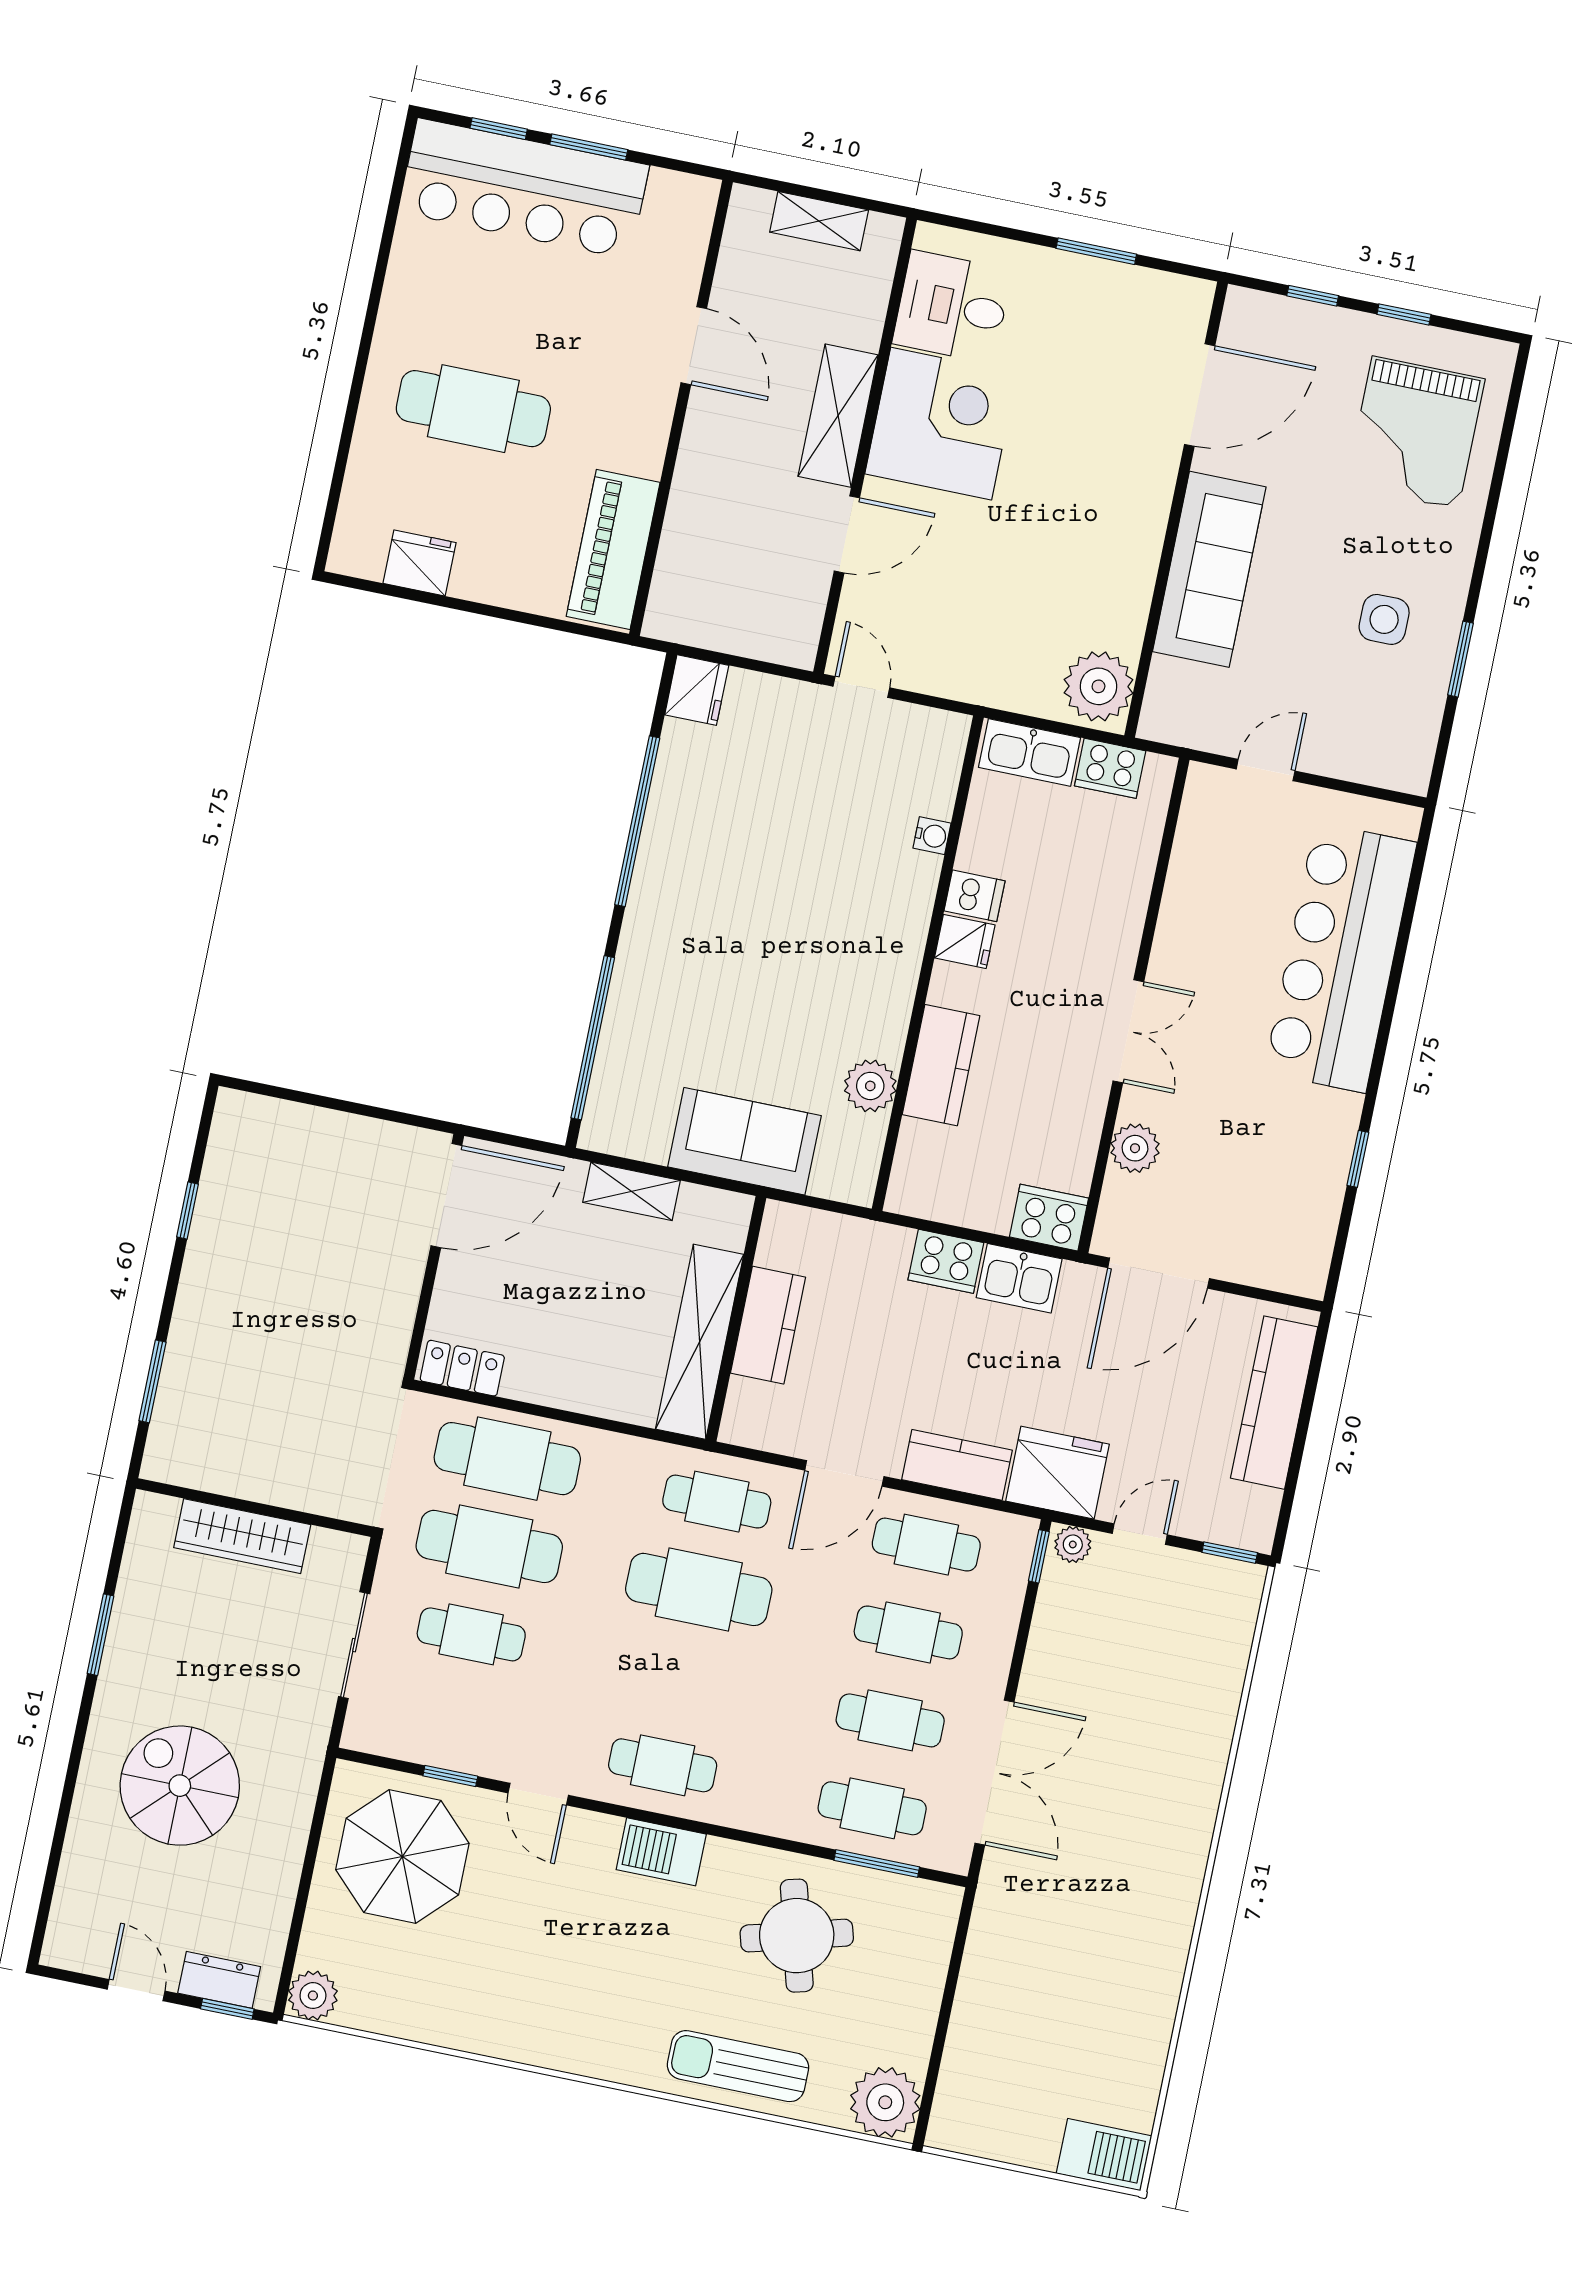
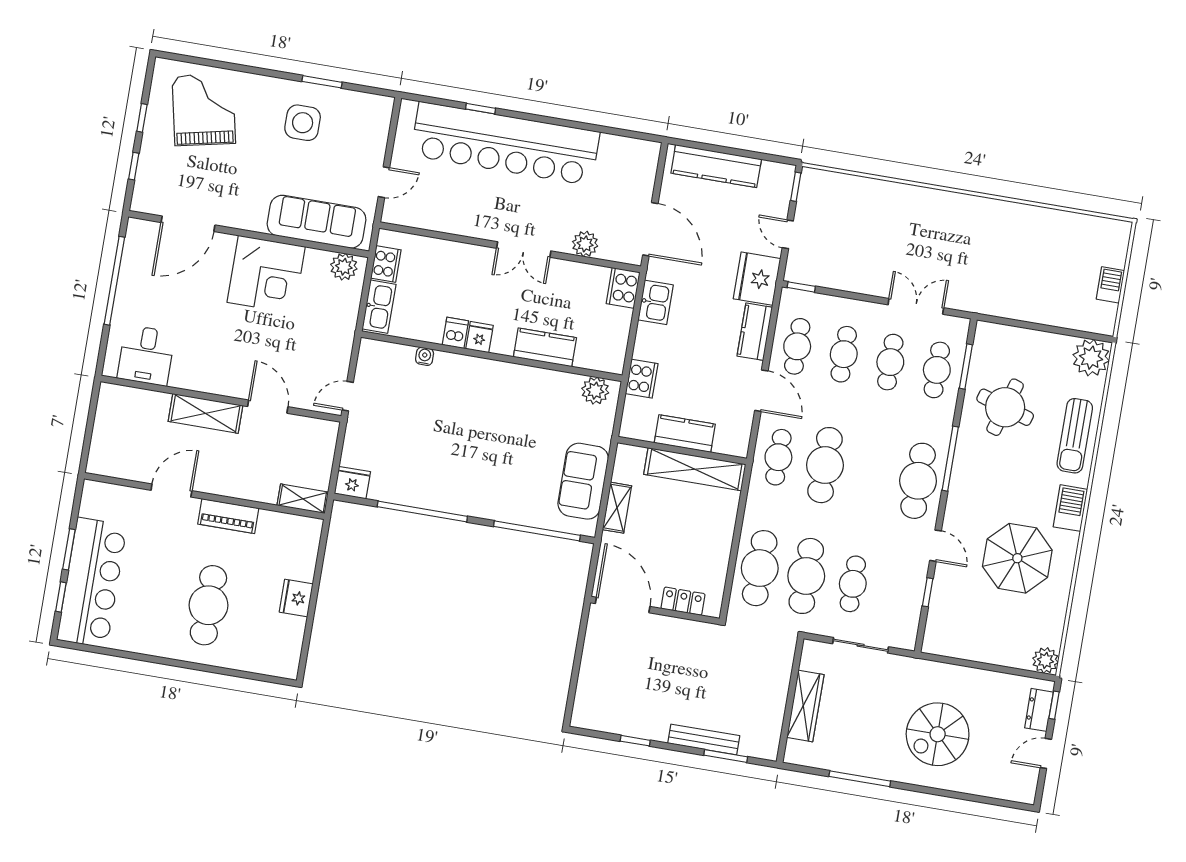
shelving: (819, 221) -> (303, 499), moved, turned 90
window: (1096, 251) -> (114, 281), width x2.11
door: (1200, 395) -> (188, 224), swing flipped
corner desk: (941, 424) -> (266, 274), moved, turned 180
grand piano: (1415, 433) -> (204, 110), turned -102
piano: (613, 549) -> (228, 516), moved, width x0.73, depth x0.75
fridge: (420, 563) -> (296, 598), moved
sofa: (1209, 569) -> (317, 222), moved
side table: (1384, 619) -> (303, 123), width x1.37, depth x1.37
plant: (1098, 686) -> (344, 267), width x0.73, depth x0.73
door: (1266, 770) -> (384, 182), swing flipped
bar counter: (1340, 958) -> (505, 144), width x1.36
double door: (1128, 1031) -> (524, 250), swing flipped
plant: (870, 1086) -> (595, 391), moved
sofa: (744, 1141) -> (583, 481), moved
window: (1358, 1159) -> (481, 109), moved
cooker: (946, 1261) -> (642, 379), moved
bench: (185, 1341) -> (704, 740), added
locker: (462, 1368) -> (683, 601), moved, turned 90
plant: (1073, 1544) -> (794, 269), removed
window: (100, 1635) -> (860, 779), width x1.44
cafe table: (663, 1765) -> (918, 481), width x1.37, depth x1.35
double door: (994, 1773) -> (916, 306), width x0.73
door: (538, 1794) -> (935, 546), hinge flipped
window: (703, 1828) -> (950, 459), added
barbecue: (661, 1852) -> (1070, 508), moved, turned 180
parasol: (402, 1857) -> (1017, 558), moved
round table: (797, 1936) -> (1005, 407), turned 32
barbecue: (1104, 2155) -> (1110, 285), moved, width x0.73, depth x0.79

